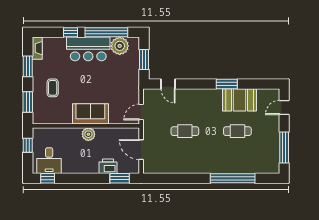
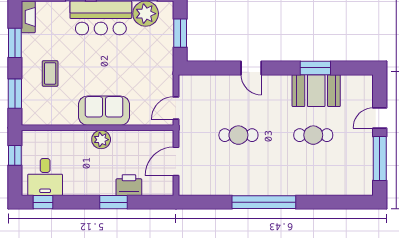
door: (168, 84) -> (251, 68), moved
window: (227, 84) -> (315, 68), moved
door: (284, 108) -> (380, 118), moved
door: (141, 150) -> (176, 161), hinge flipped
window: (120, 178) -> (113, 202), moved
window: (233, 178) -> (264, 202), moved

